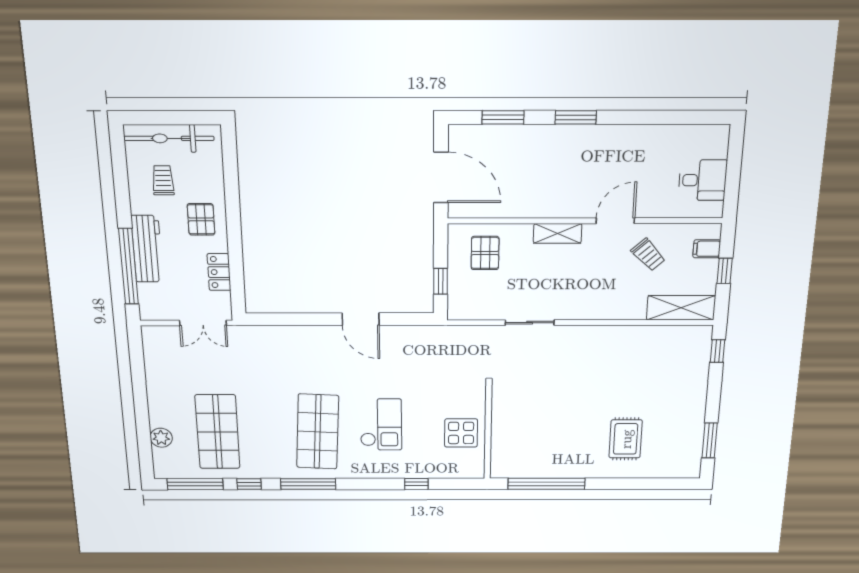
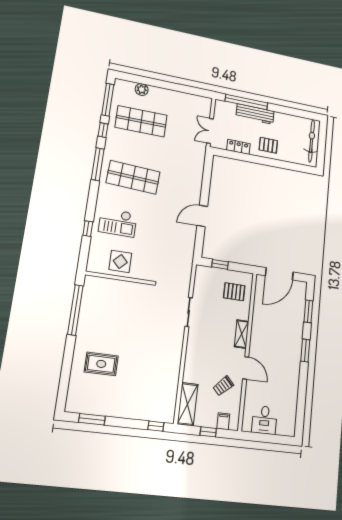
trolley: (163, 180) -> (291, 132), removed
checkout: (381, 425) -> (118, 223), moved

